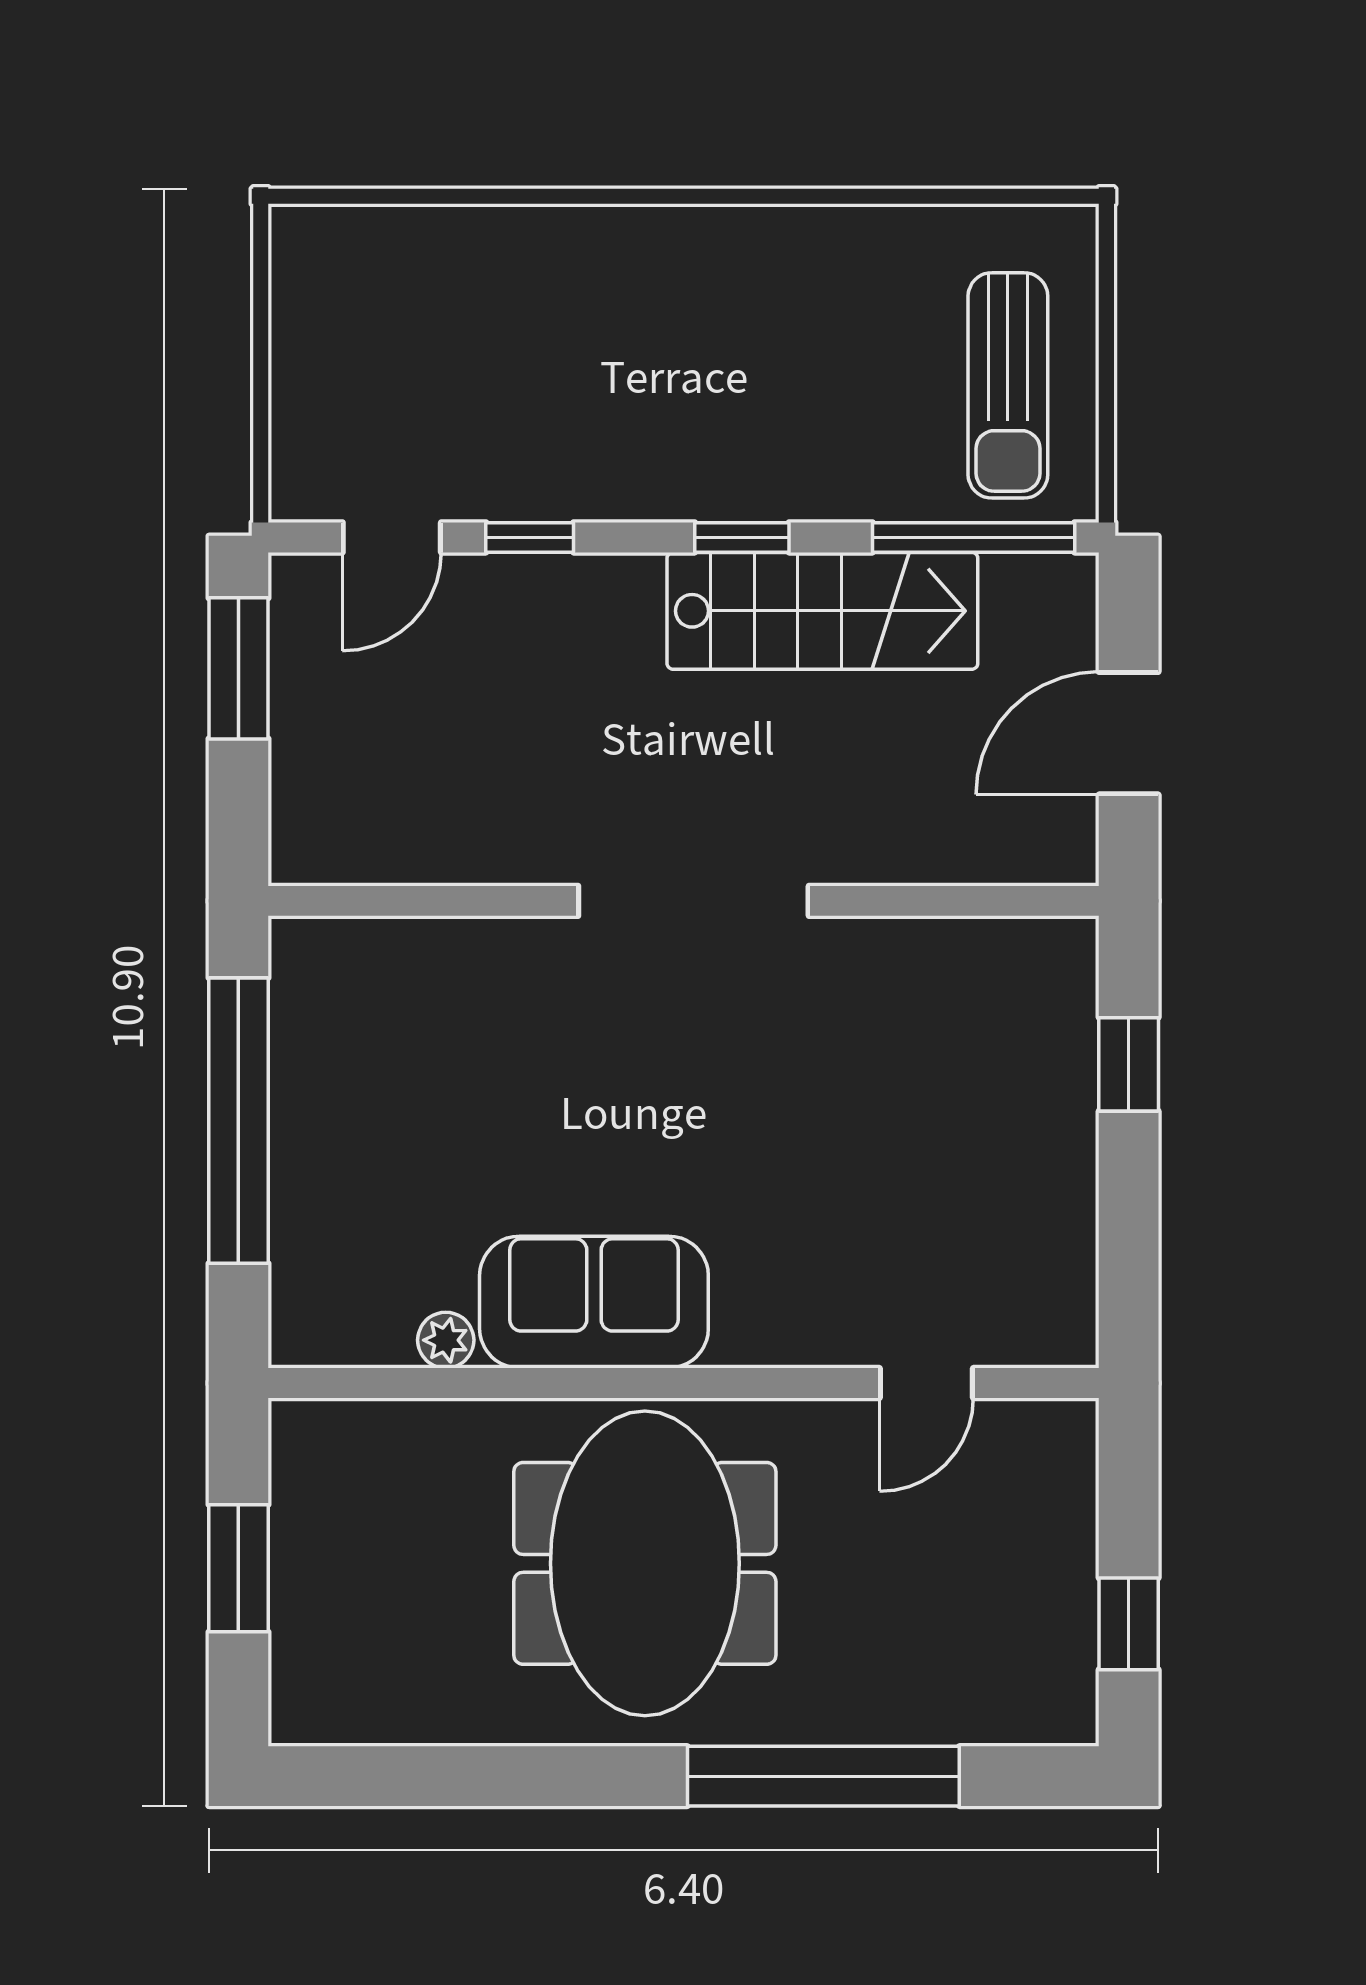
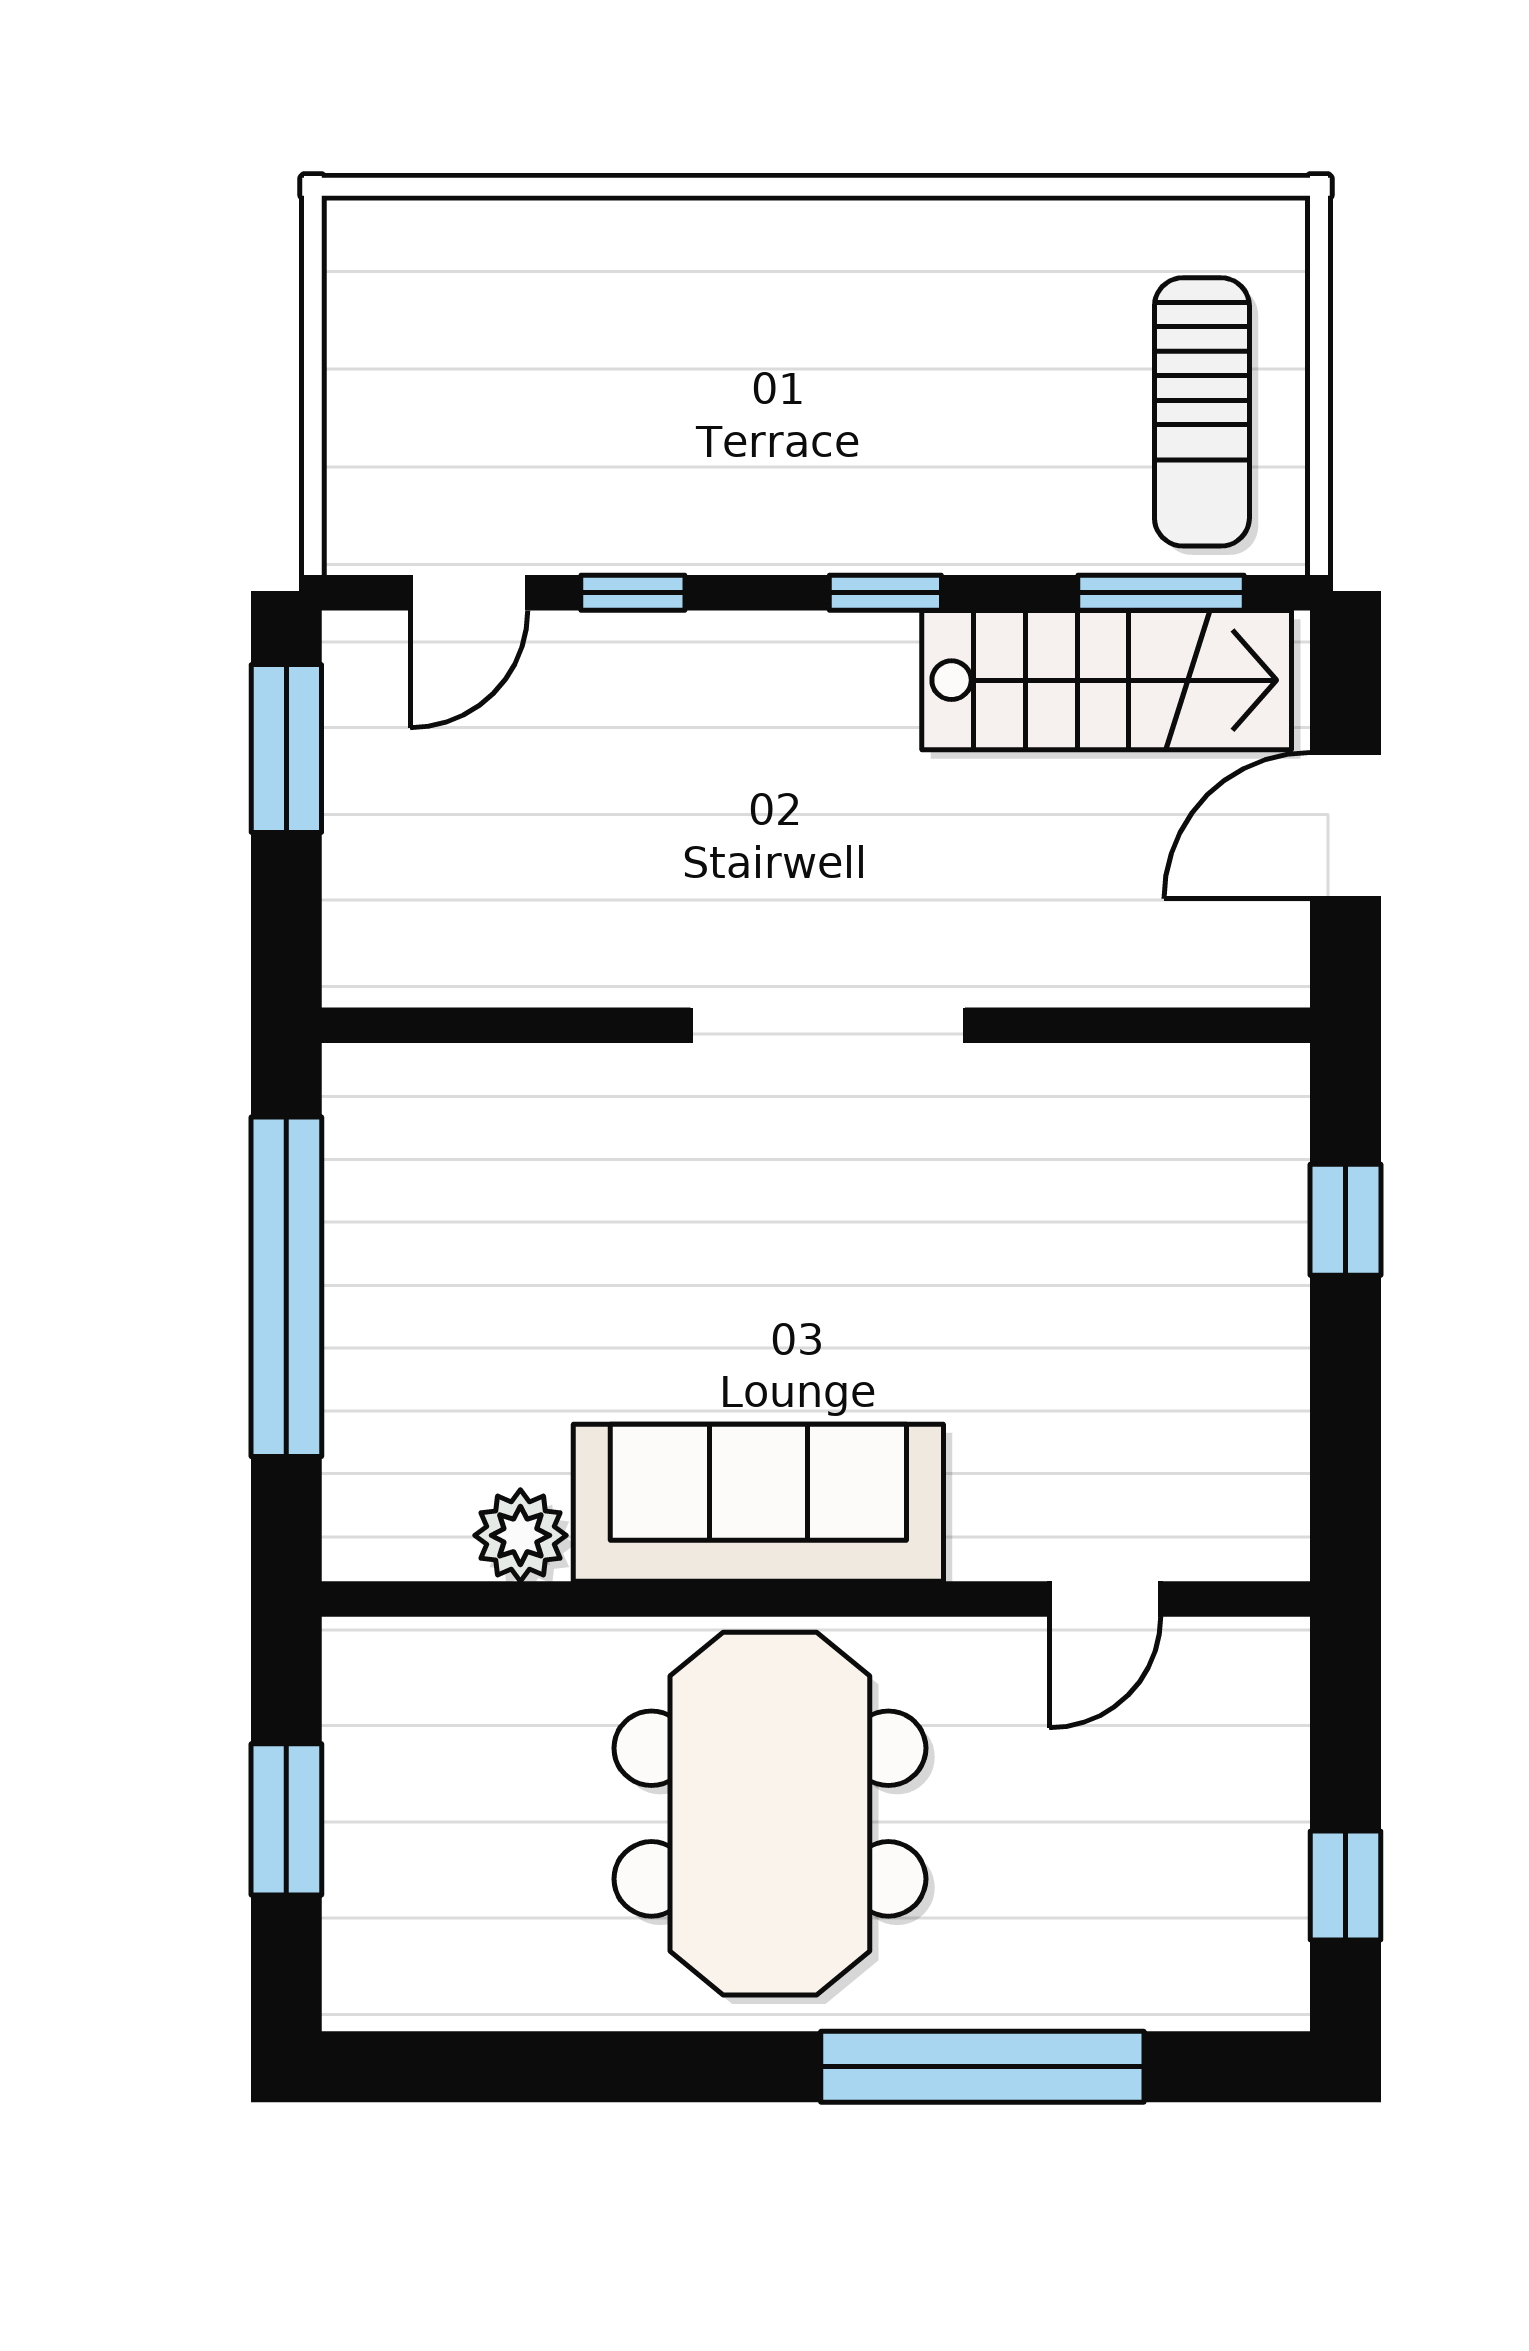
window: (974, 537) -> (1161, 593), width x0.69
stairs: (822, 611) -> (1107, 680), moved
sofa: (594, 1302) -> (758, 1503), width x1.36
plant: (446, 1340) -> (520, 1535), width x1.38, depth x1.38

